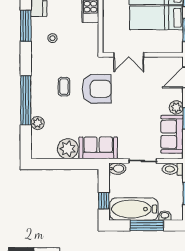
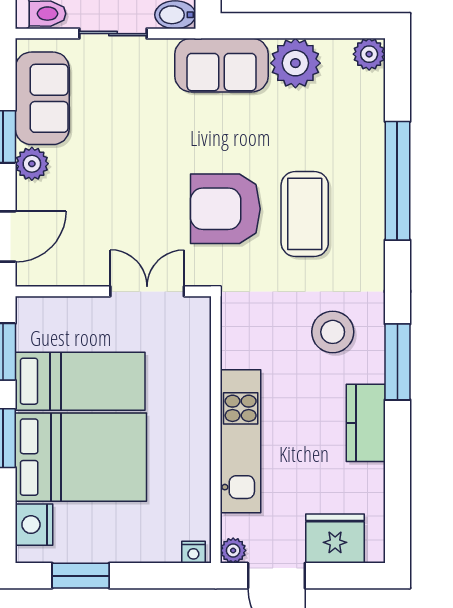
stool: (52, 38) -> (333, 332), width x1.89, depth x1.89
coffee table: (64, 87) -> (305, 214), width x1.86, depth x1.72
plant: (37, 123) -> (369, 54), moved

